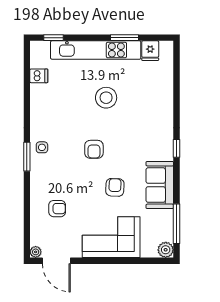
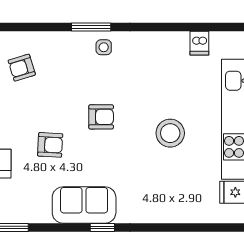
armchair: (94, 149) -> (101, 117), turned 180
sofa: (160, 185) -> (84, 205), moved
armchair: (57, 209) -> (22, 68), turned 73

